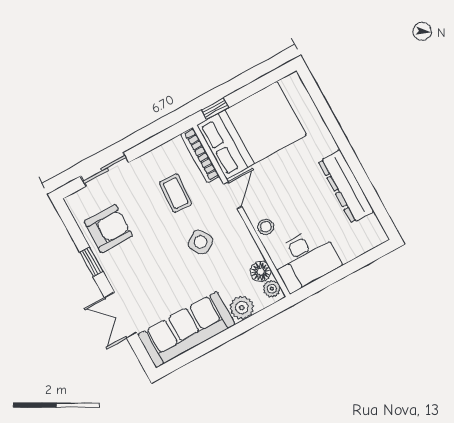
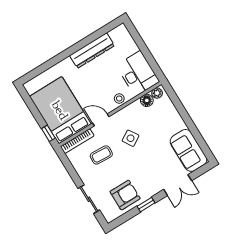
armchair: (108, 229) -> (125, 195), turned 90
plant: (242, 308) -> (169, 111), removed
sofa: (186, 330) -> (188, 150), width x0.73

